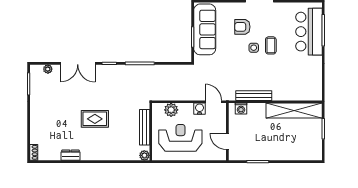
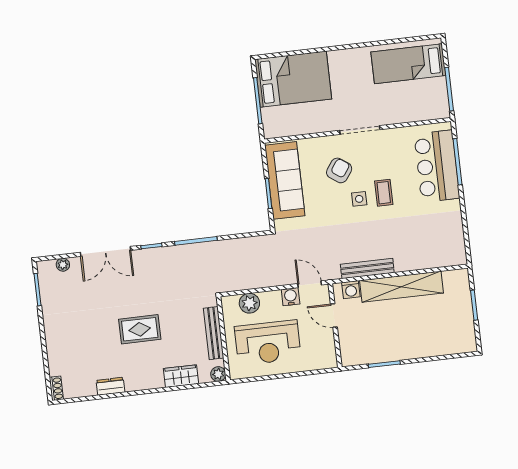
armchair: (242, 27) -> (339, 170), turned 125
shelving: (294, 111) -> (401, 287), moved
reception desk: (180, 138) -> (268, 343), turned 180
door: (227, 141) -> (334, 315), moved
wardrobe: (119, 154) -> (181, 376), added

